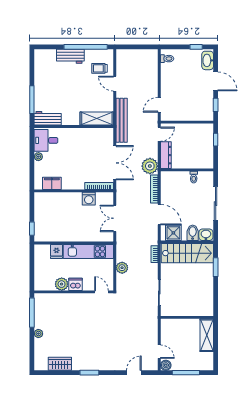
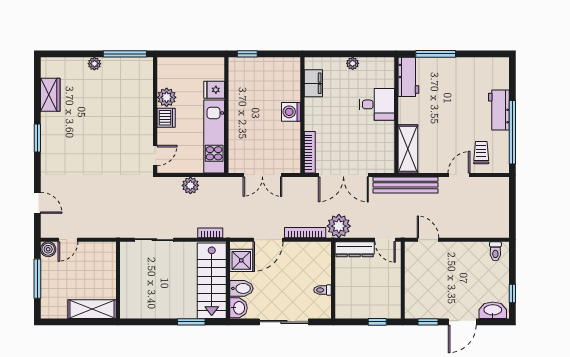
desk: (46, 140) -> (377, 104), moved, turned 90
washing machine: (89, 199) -> (291, 112), moved
double door: (115, 218) -> (262, 175), swing flipped

